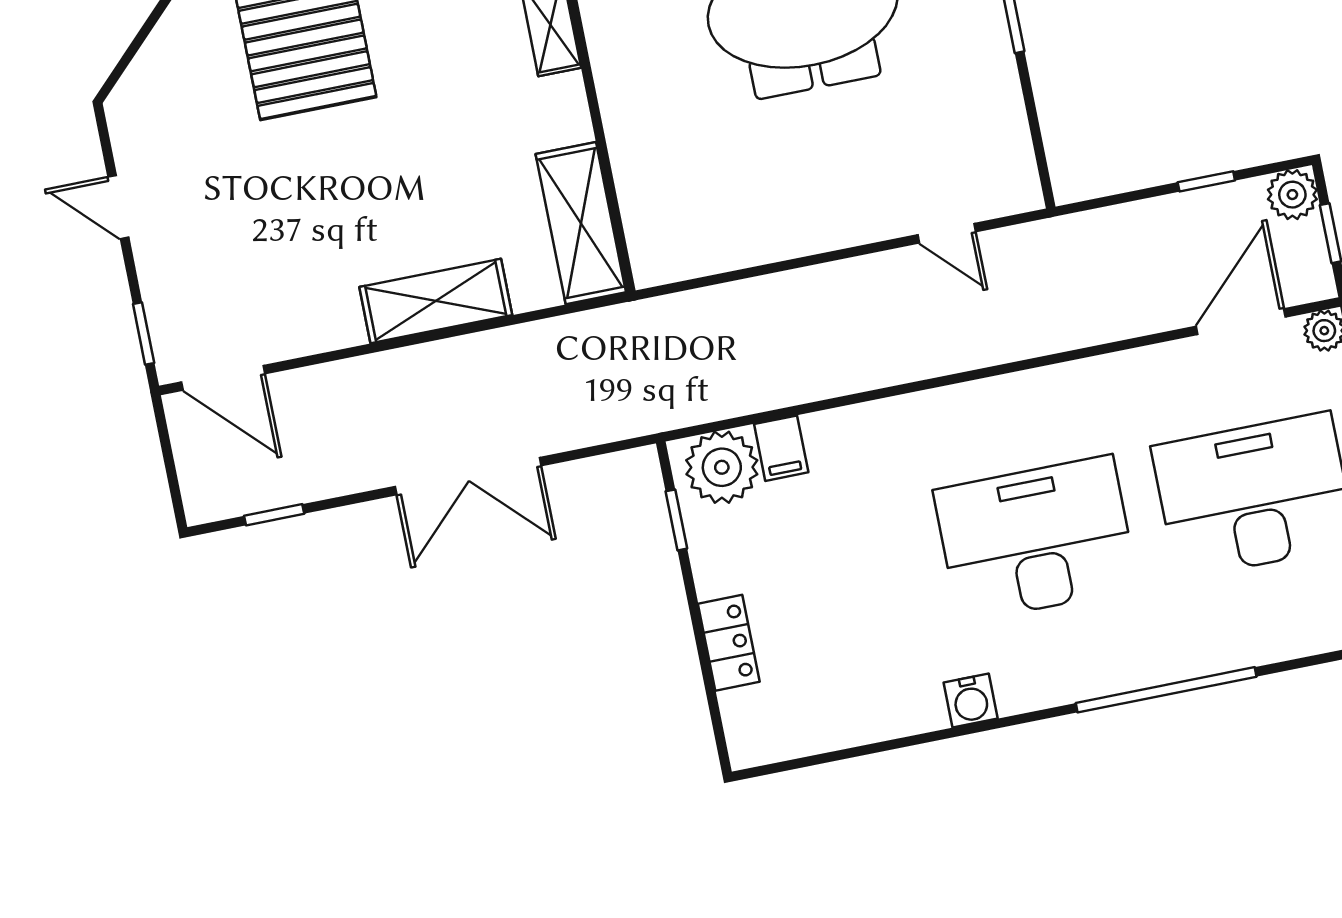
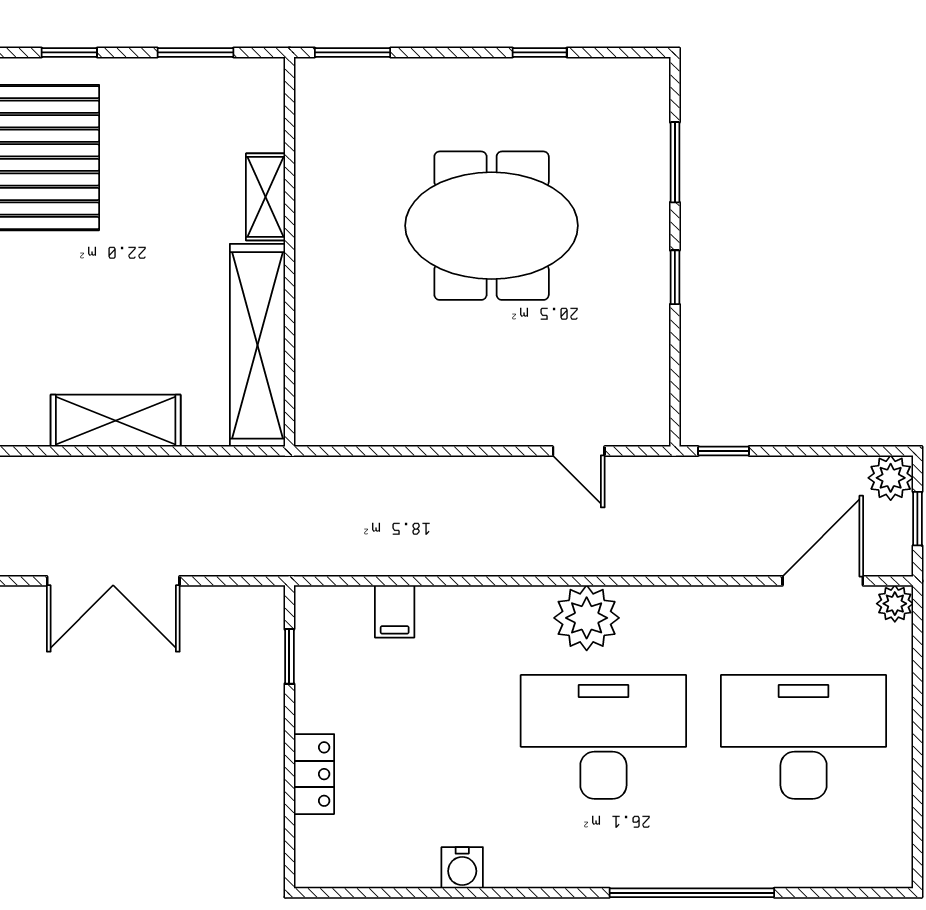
window: (1206, 181) -> (724, 451), moved
shelving: (581, 223) -> (257, 345), width x1.47
plant: (722, 467) -> (587, 618), moved
water cooler: (971, 701) -> (462, 868), moved

